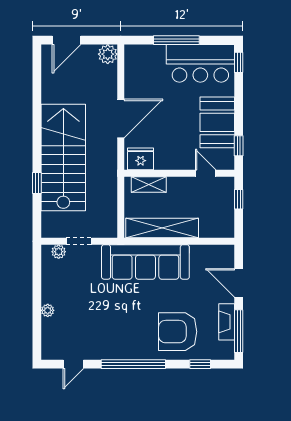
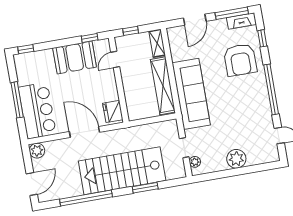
door: (67, 40) -> (32, 184), hinge flipped
bar counter: (200, 63) -> (37, 111), moved
window: (37, 106) -> (86, 198), added
window: (37, 183) -> (145, 188), width x1.50
shelving: (149, 185) -> (157, 43), moved
plant: (48, 310) -> (236, 159), width x1.88, depth x1.88
fireplace: (227, 322) -> (241, 21), moved

